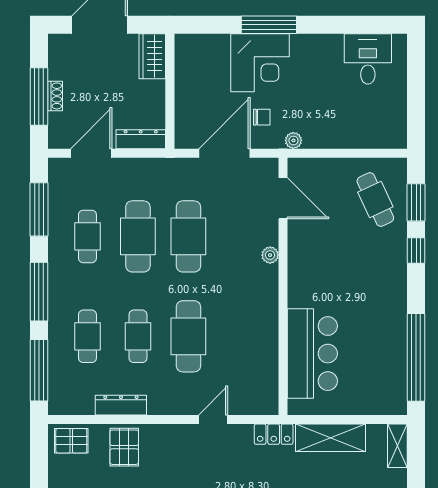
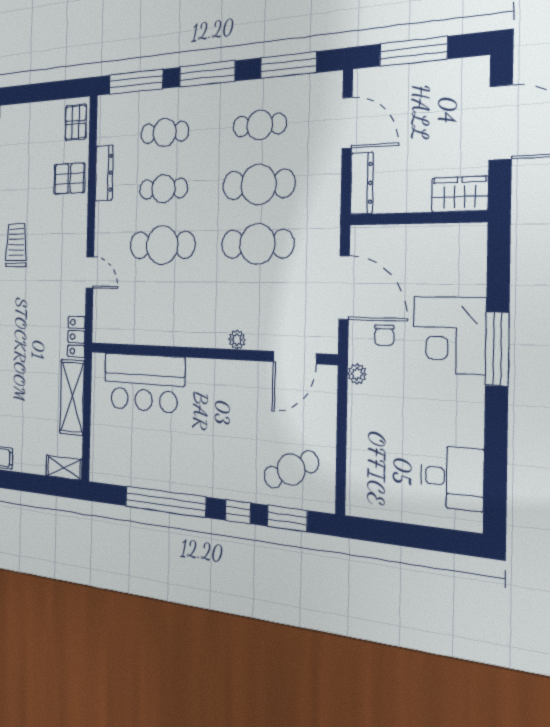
shoe rack: (55, 96) -> (413, 72), removed
window: (416, 357) -> (165, 502), moved

